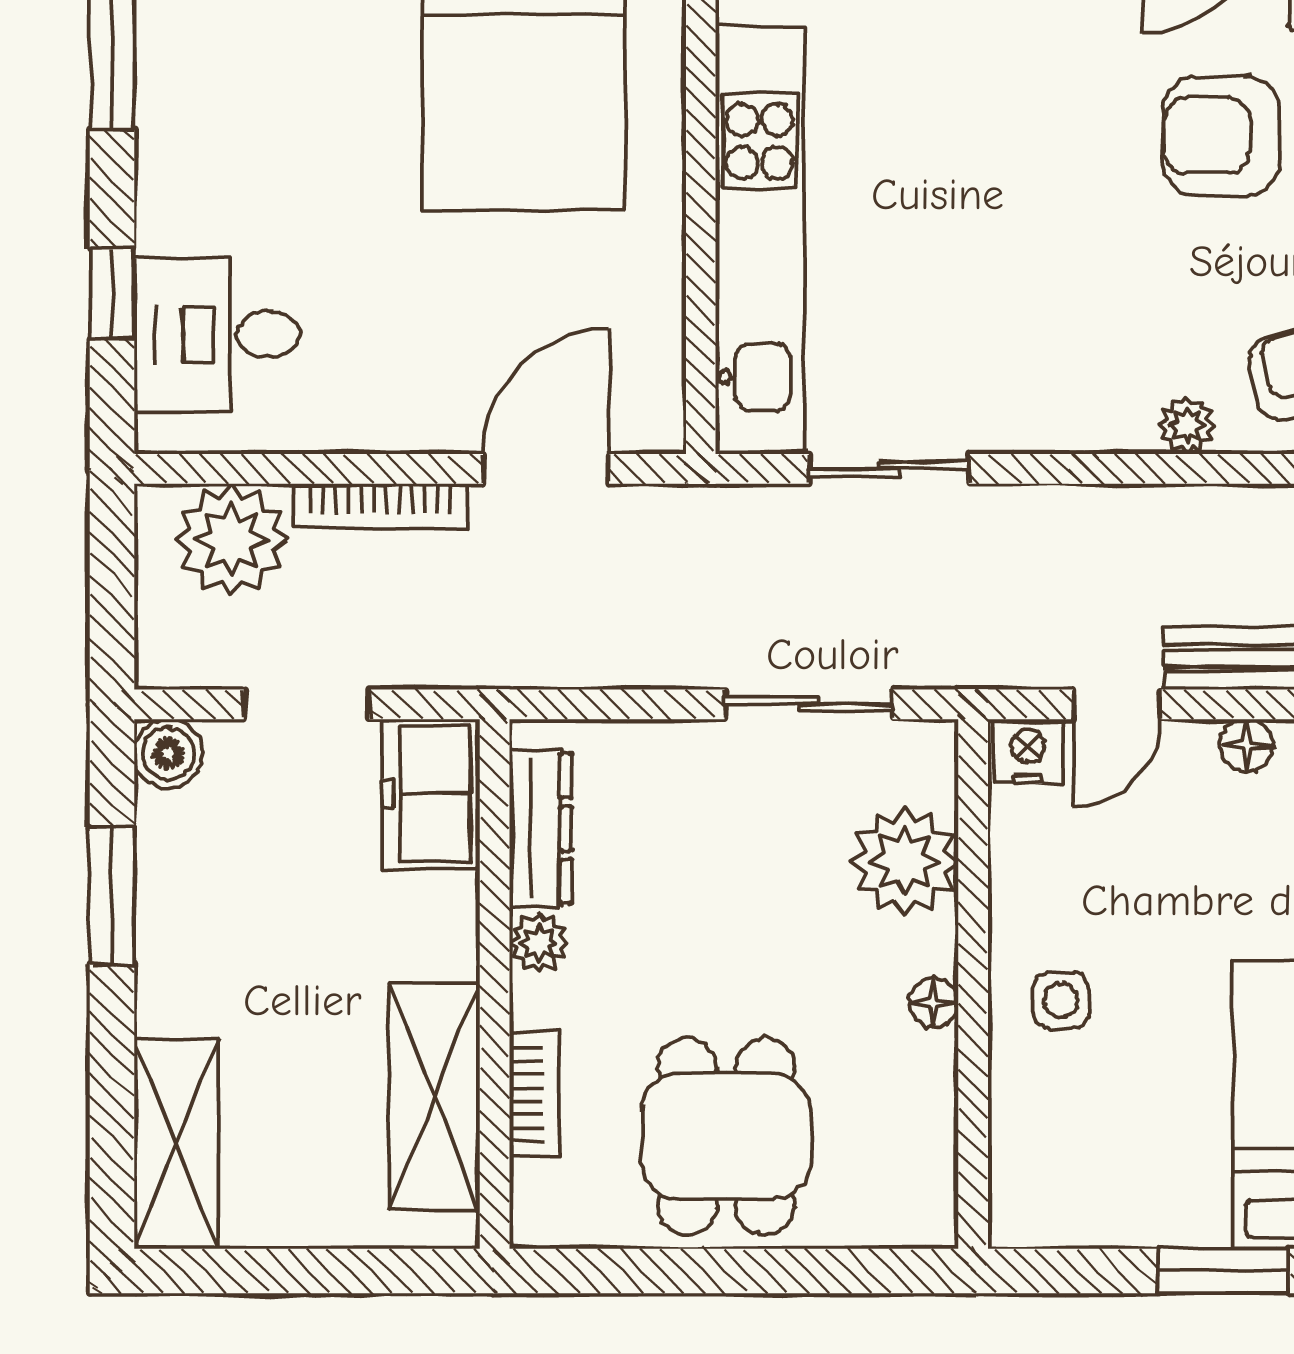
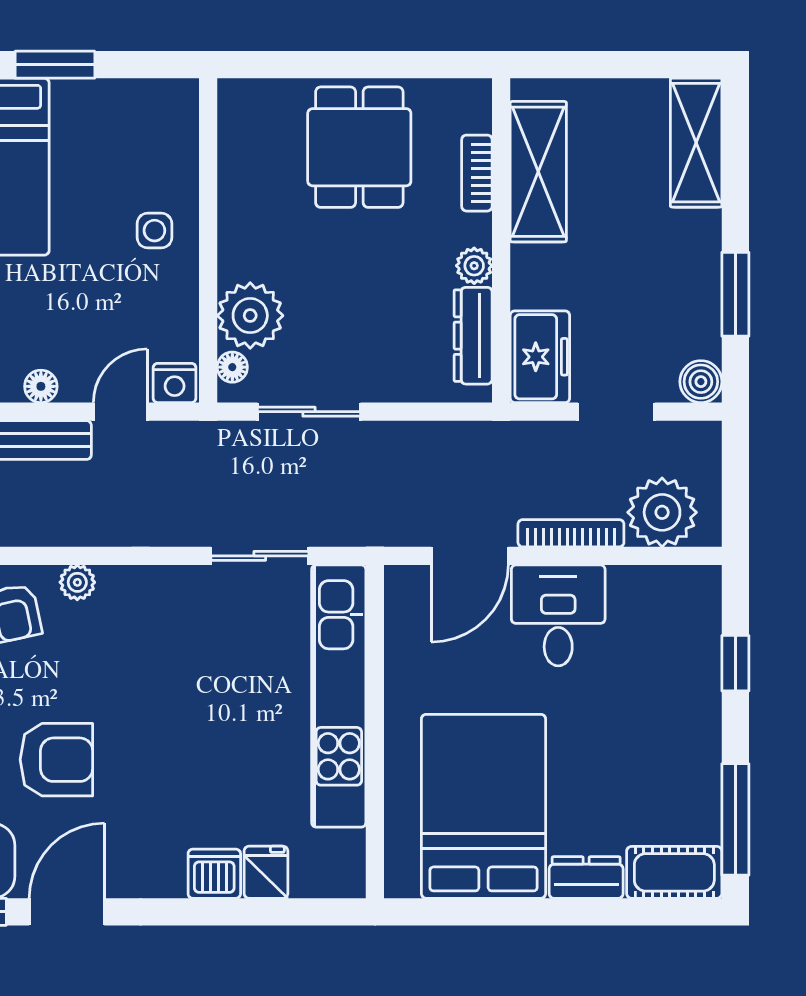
desk: (217, 334) -> (558, 615), moved, turned -90
floor lamp: (934, 1003) -> (232, 367), moved

